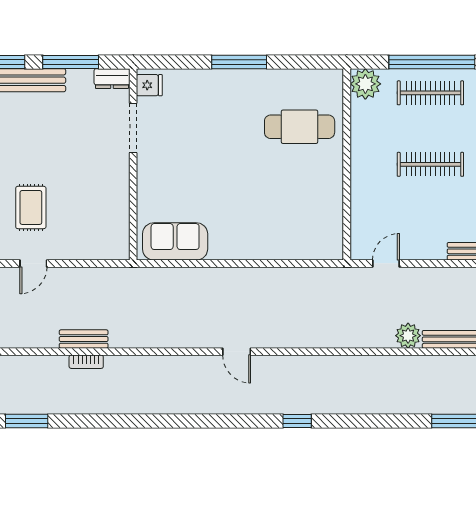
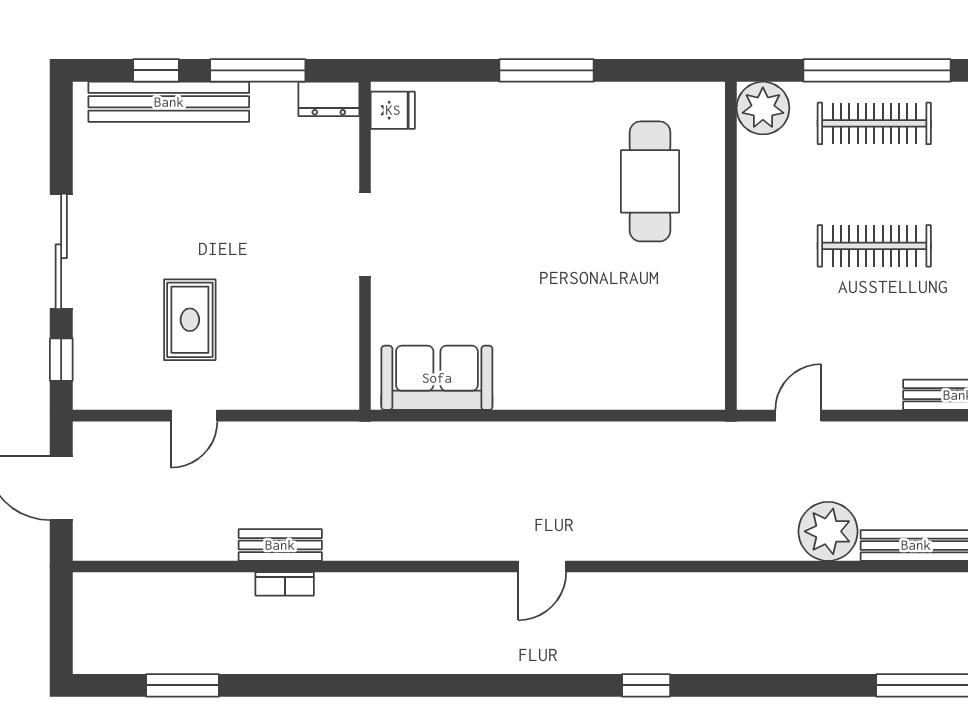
cafe table: (300, 127) -> (650, 181), turned 90
doorway: (133, 128) -> (365, 234), moved
plant: (408, 336) -> (828, 531), width x1.36, depth x1.36
door: (237, 352) -> (542, 567), hinge flipped

